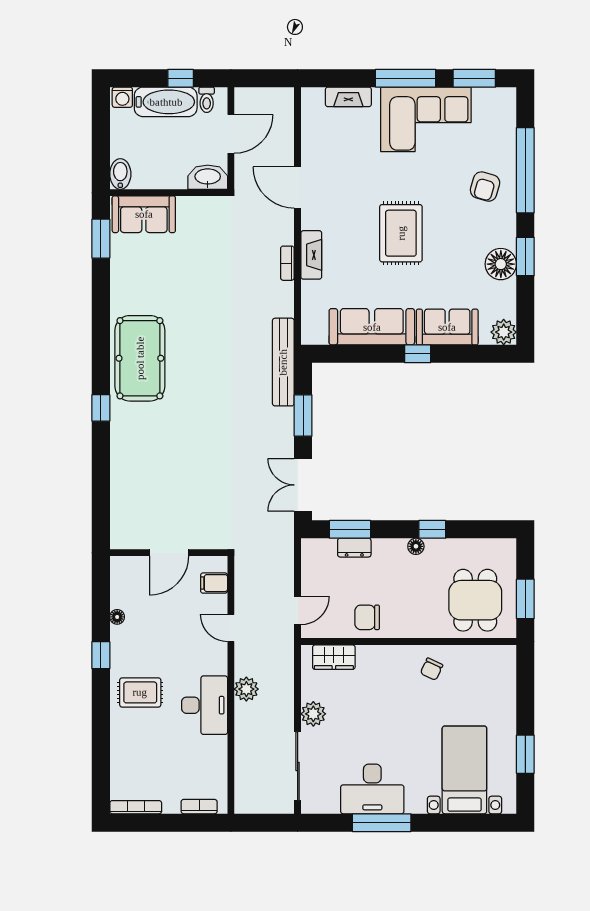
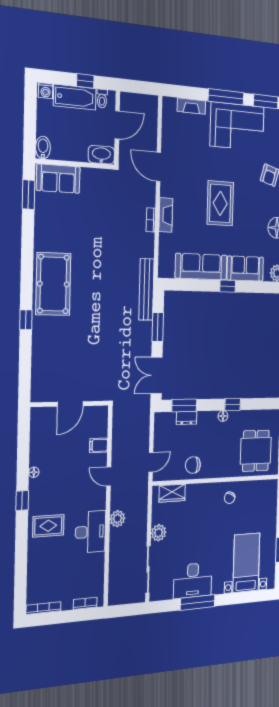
door: (169, 553) -> (70, 404), moved
wall: (169, 553) -> (70, 404), moved

